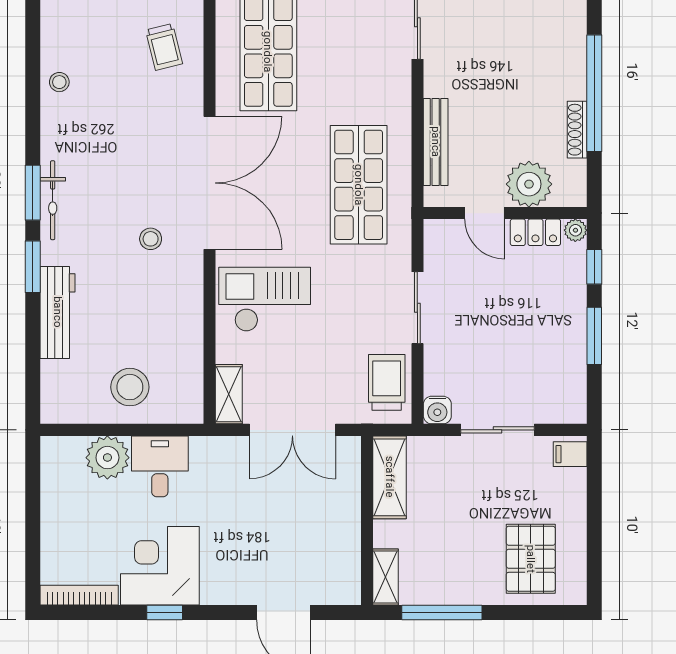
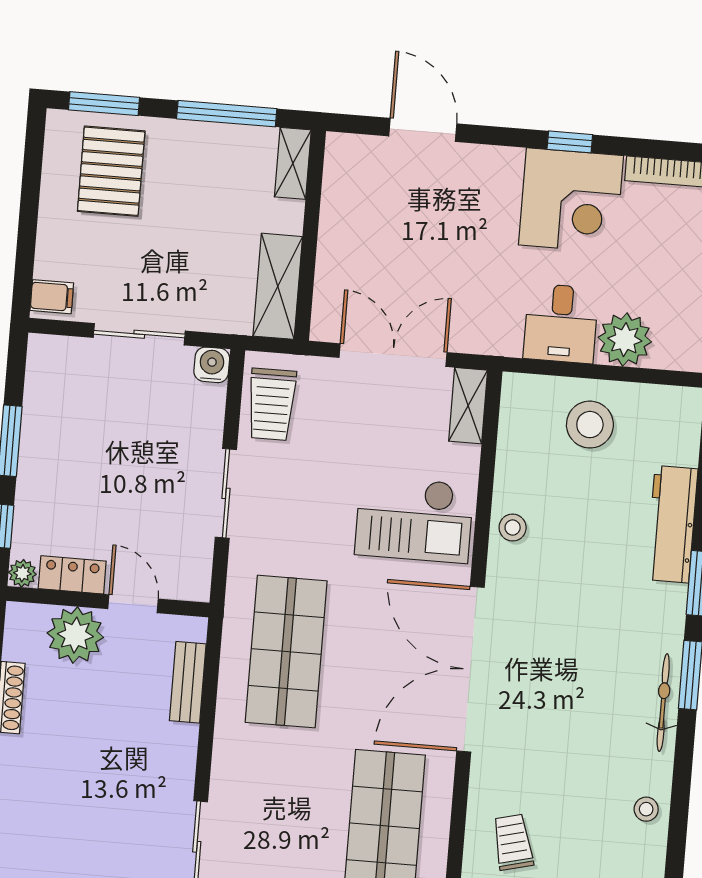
bench: (436, 142) -> (188, 682), width x0.73
bicycle: (53, 200) -> (663, 703), moved
stool: (151, 239) -> (513, 528), moved
window: (541, 613) -> (104, 104), added

